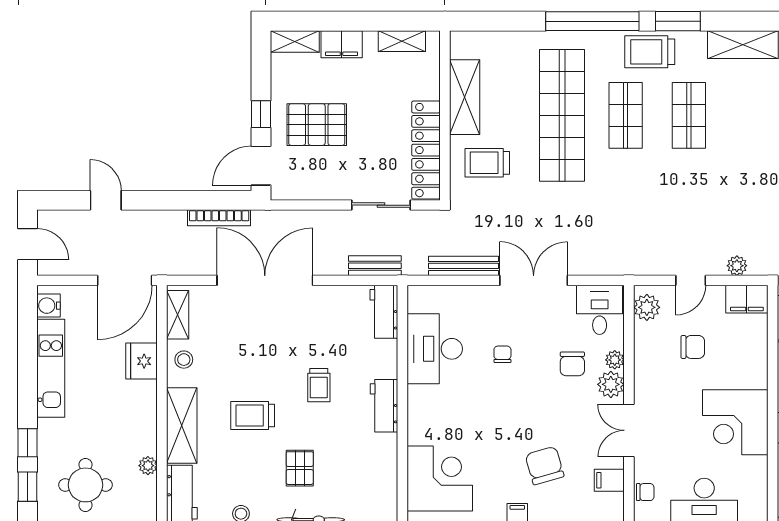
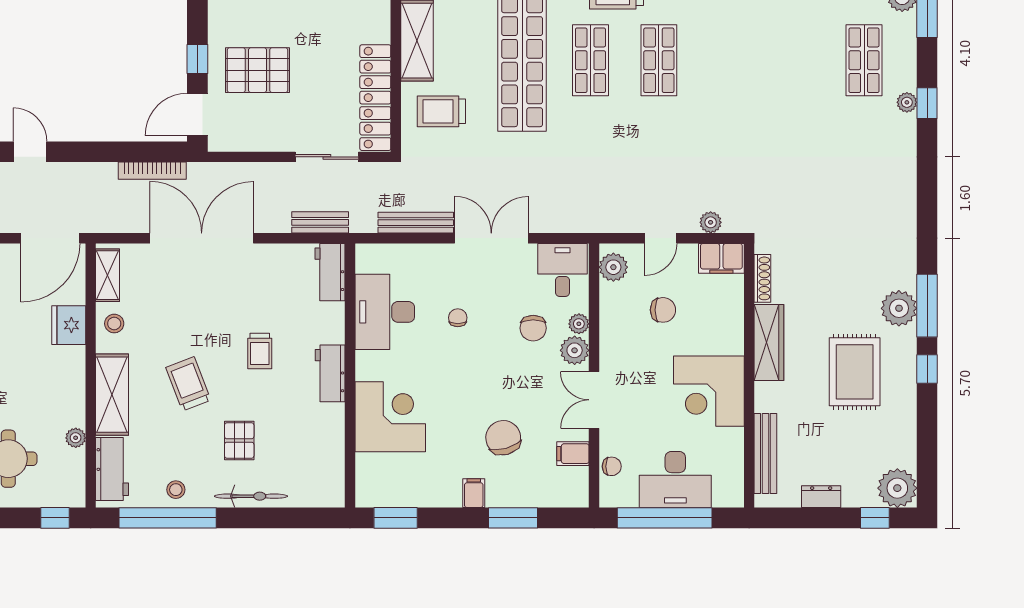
trolley: (253, 415) -> (188, 384), turned 69
corner desk: (440, 479) -> (390, 417), moved

